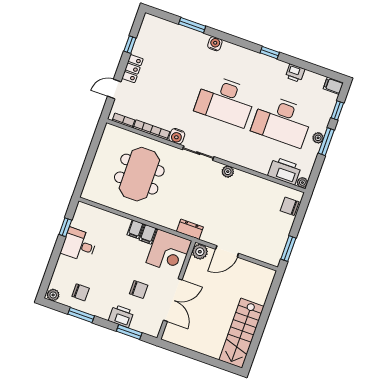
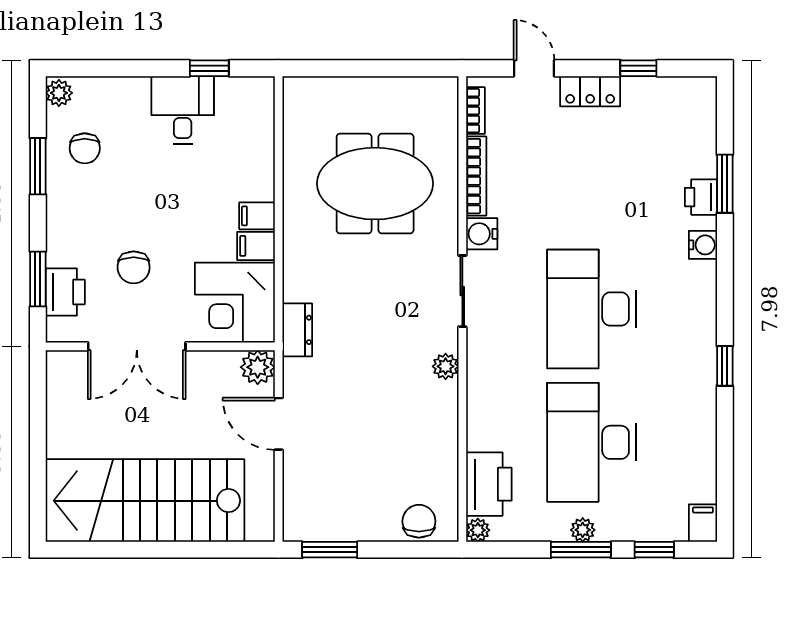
printer: (295, 73) -> (701, 197), moved
printer: (121, 316) -> (65, 292), moved
stairs: (242, 333) -> (145, 501), width x1.36, depth x1.51

